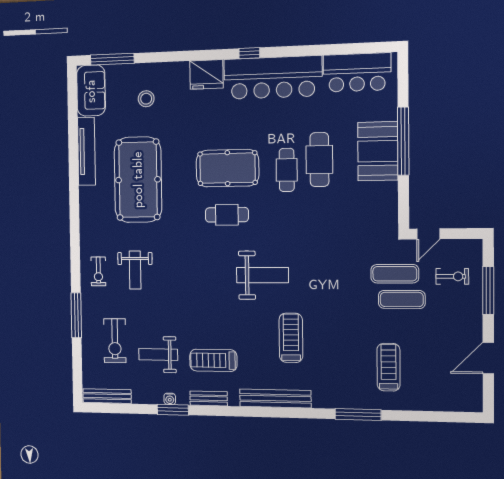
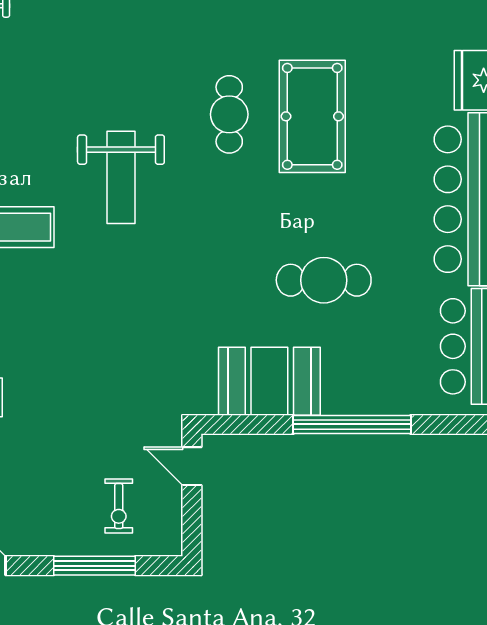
booth: (378, 151) -> (269, 381), moved
cafe table: (287, 170) -> (307, 222), removed
exercise mat: (395, 274) -> (123, 409), removed
exercise mat: (402, 299) -> (79, 421), removed

